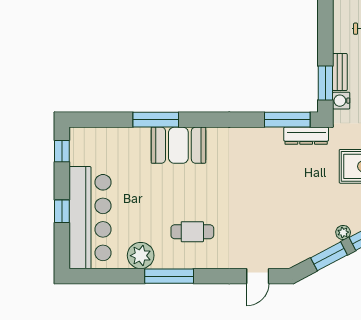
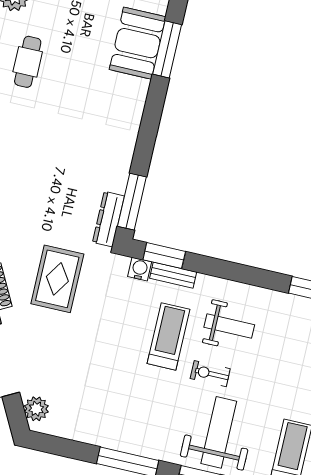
booth: (178, 145) -> (137, 43), moved

